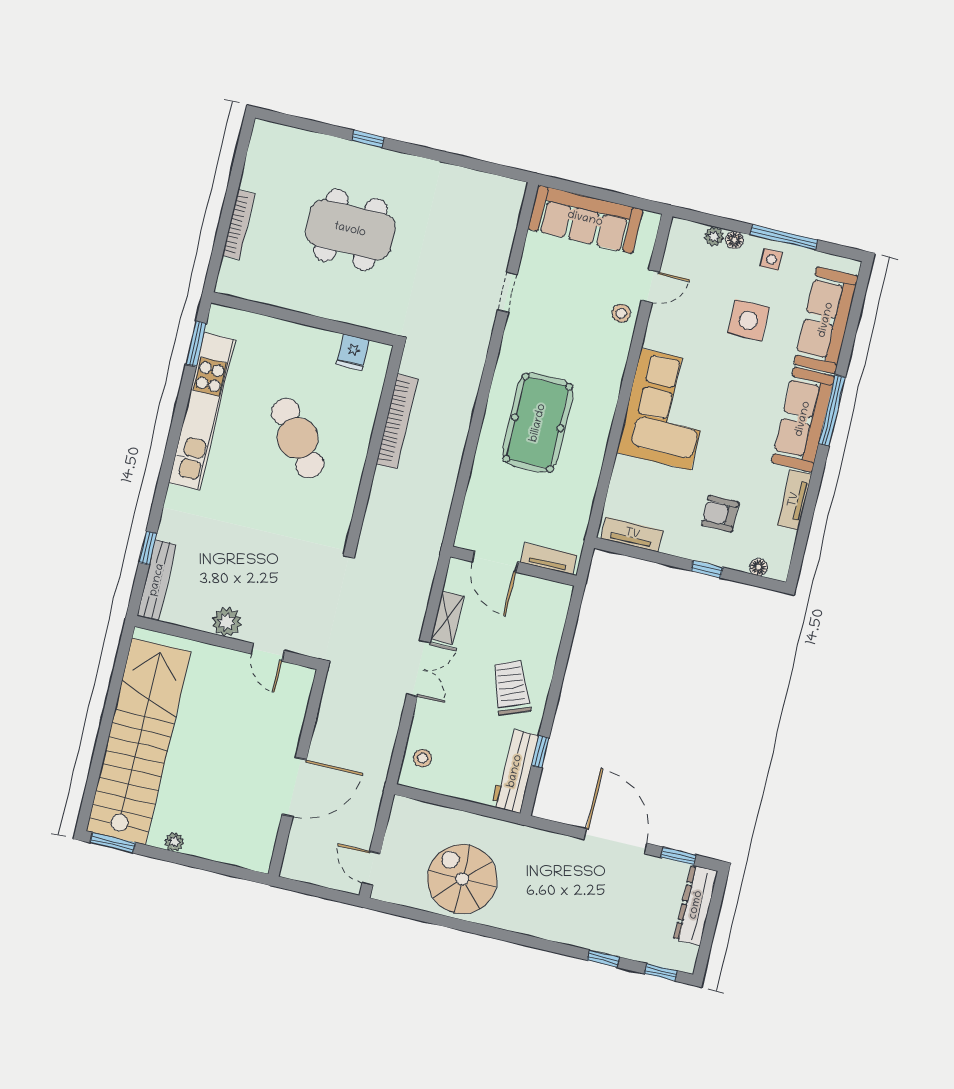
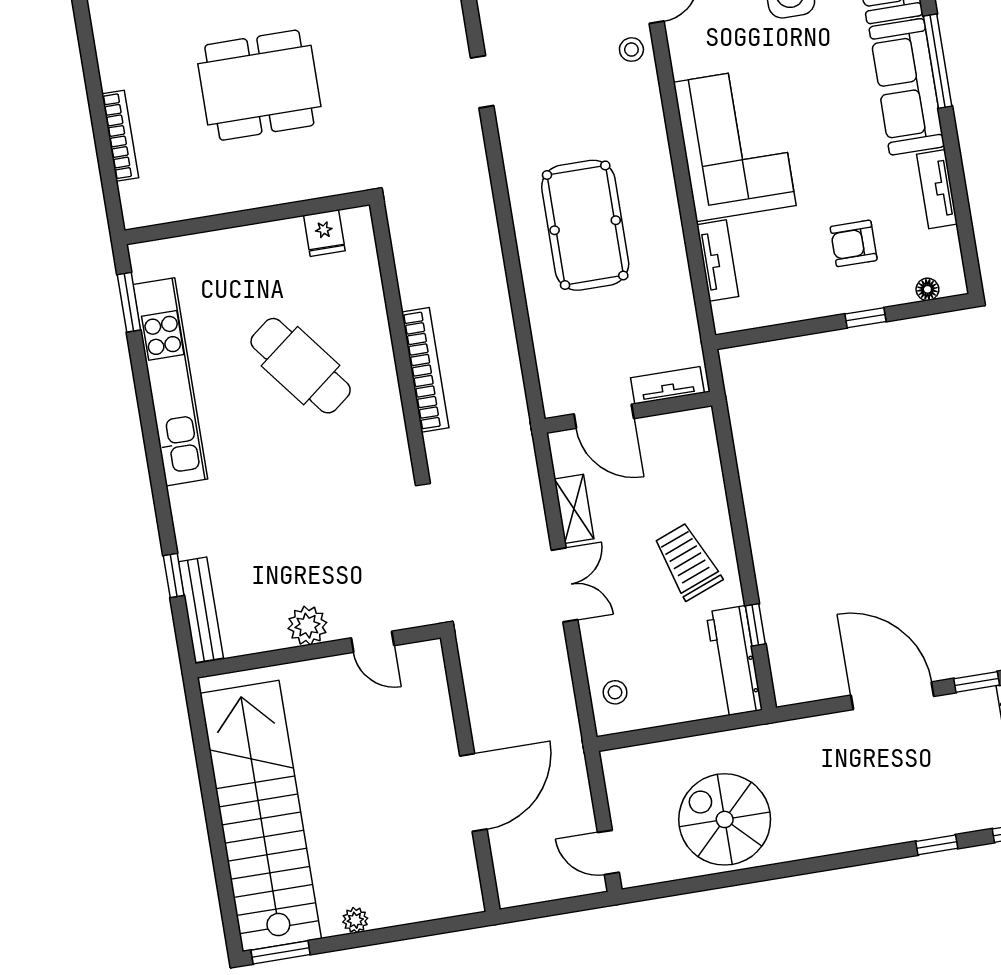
bookcase: (397, 421) -> (425, 370), moved
tv unit: (632, 534) -> (718, 261), moved, turned 90

